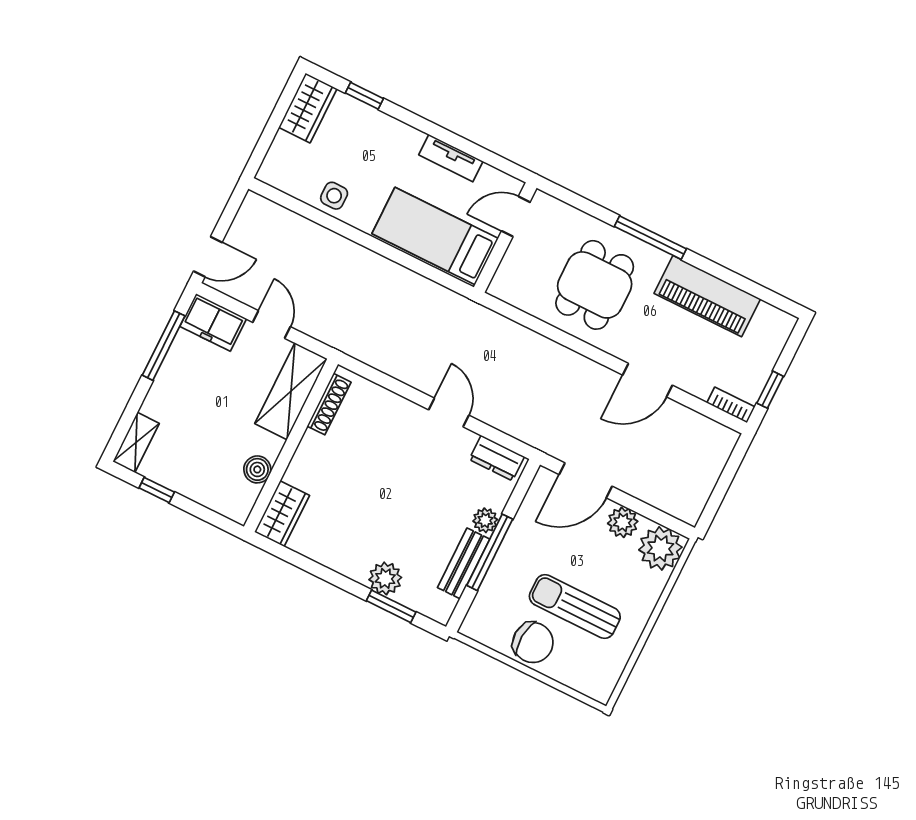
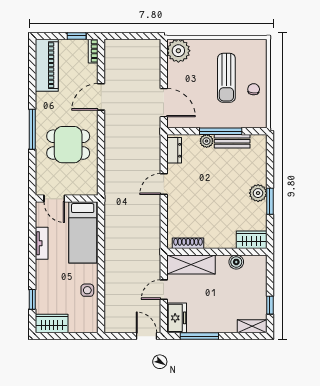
piano: (707, 296) -> (47, 65), moved
door: (647, 380) -> (101, 97), swing flipped
plant: (623, 522) -> (175, 75), removed
plant: (385, 578) -> (258, 193), moved
window: (391, 606) -> (270, 201), moved
chair: (533, 643) -> (254, 89), width x0.54, depth x0.54

